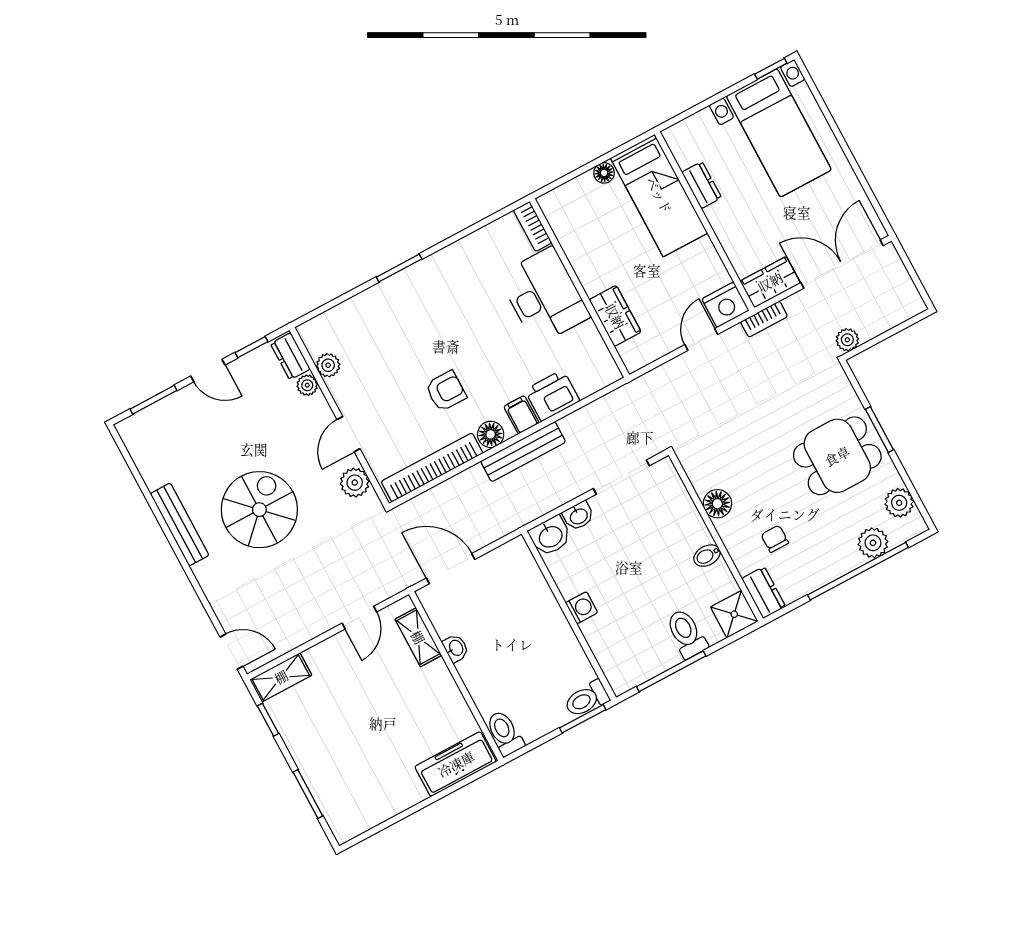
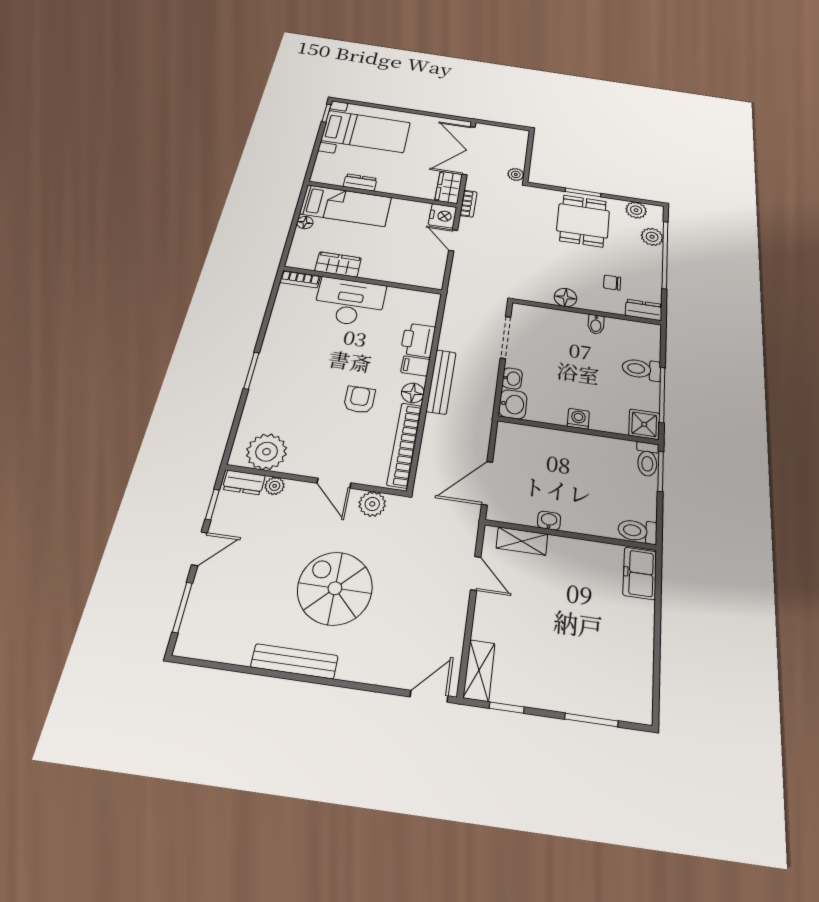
wardrobe: (615, 316) -> (338, 264), moved
plant: (328, 365) -> (267, 452), width x1.87, depth x1.87
shower: (734, 614) -> (644, 424), moved
freezer: (456, 764) -> (640, 573), width x0.71

